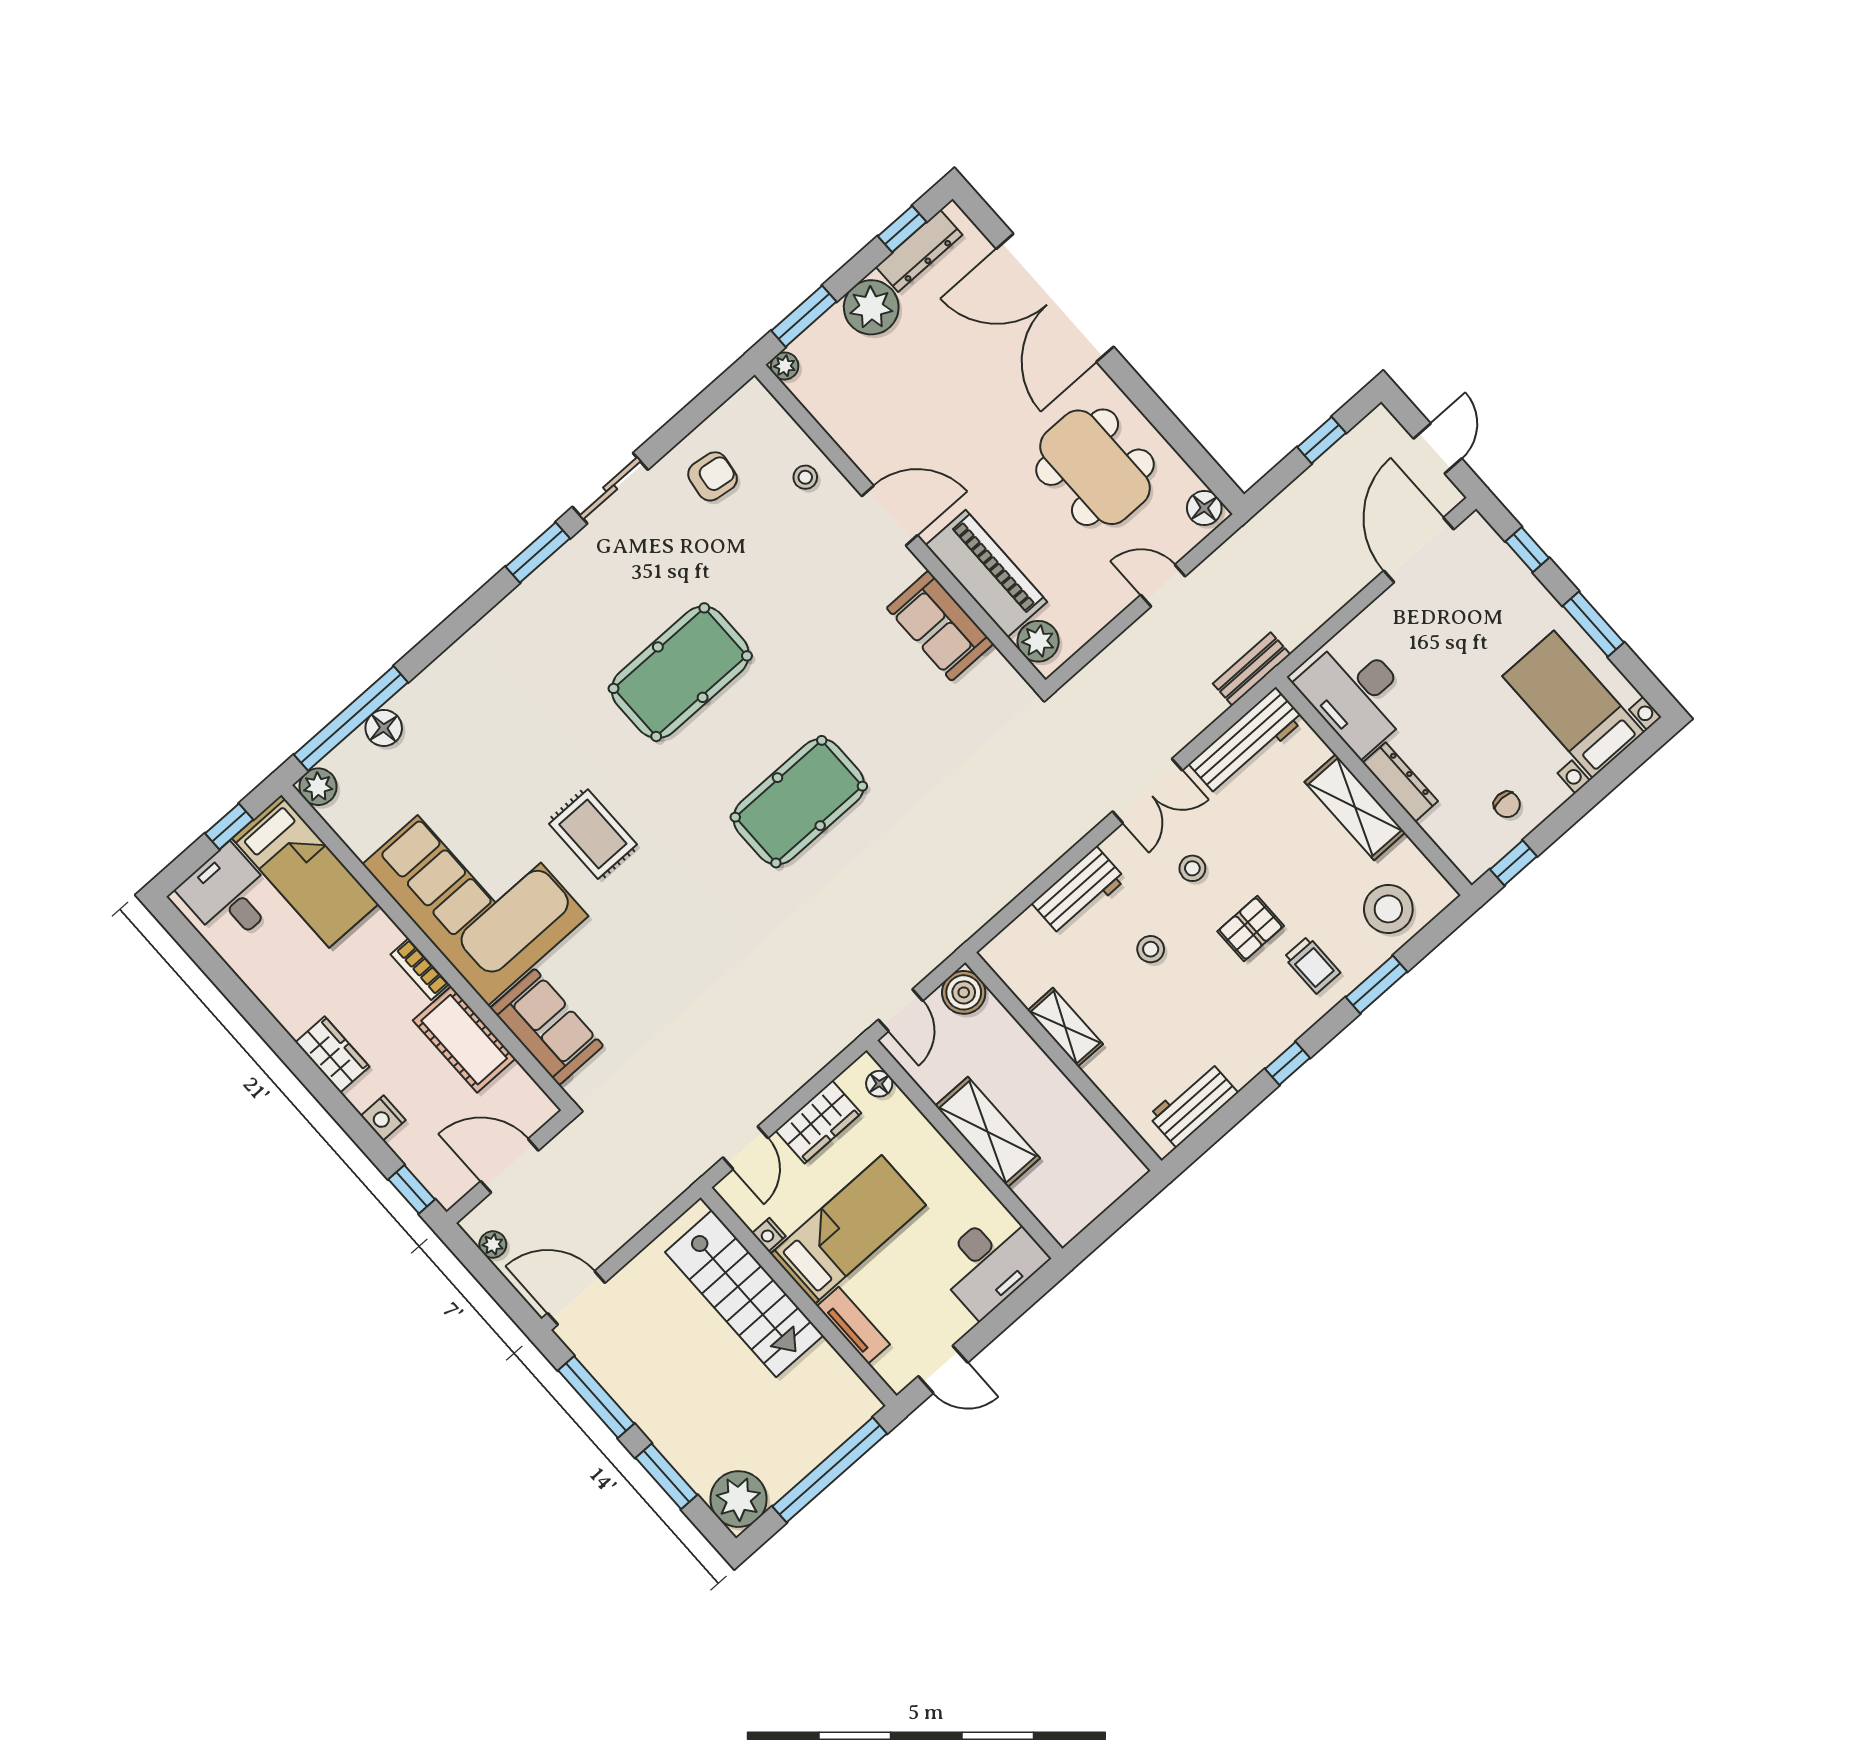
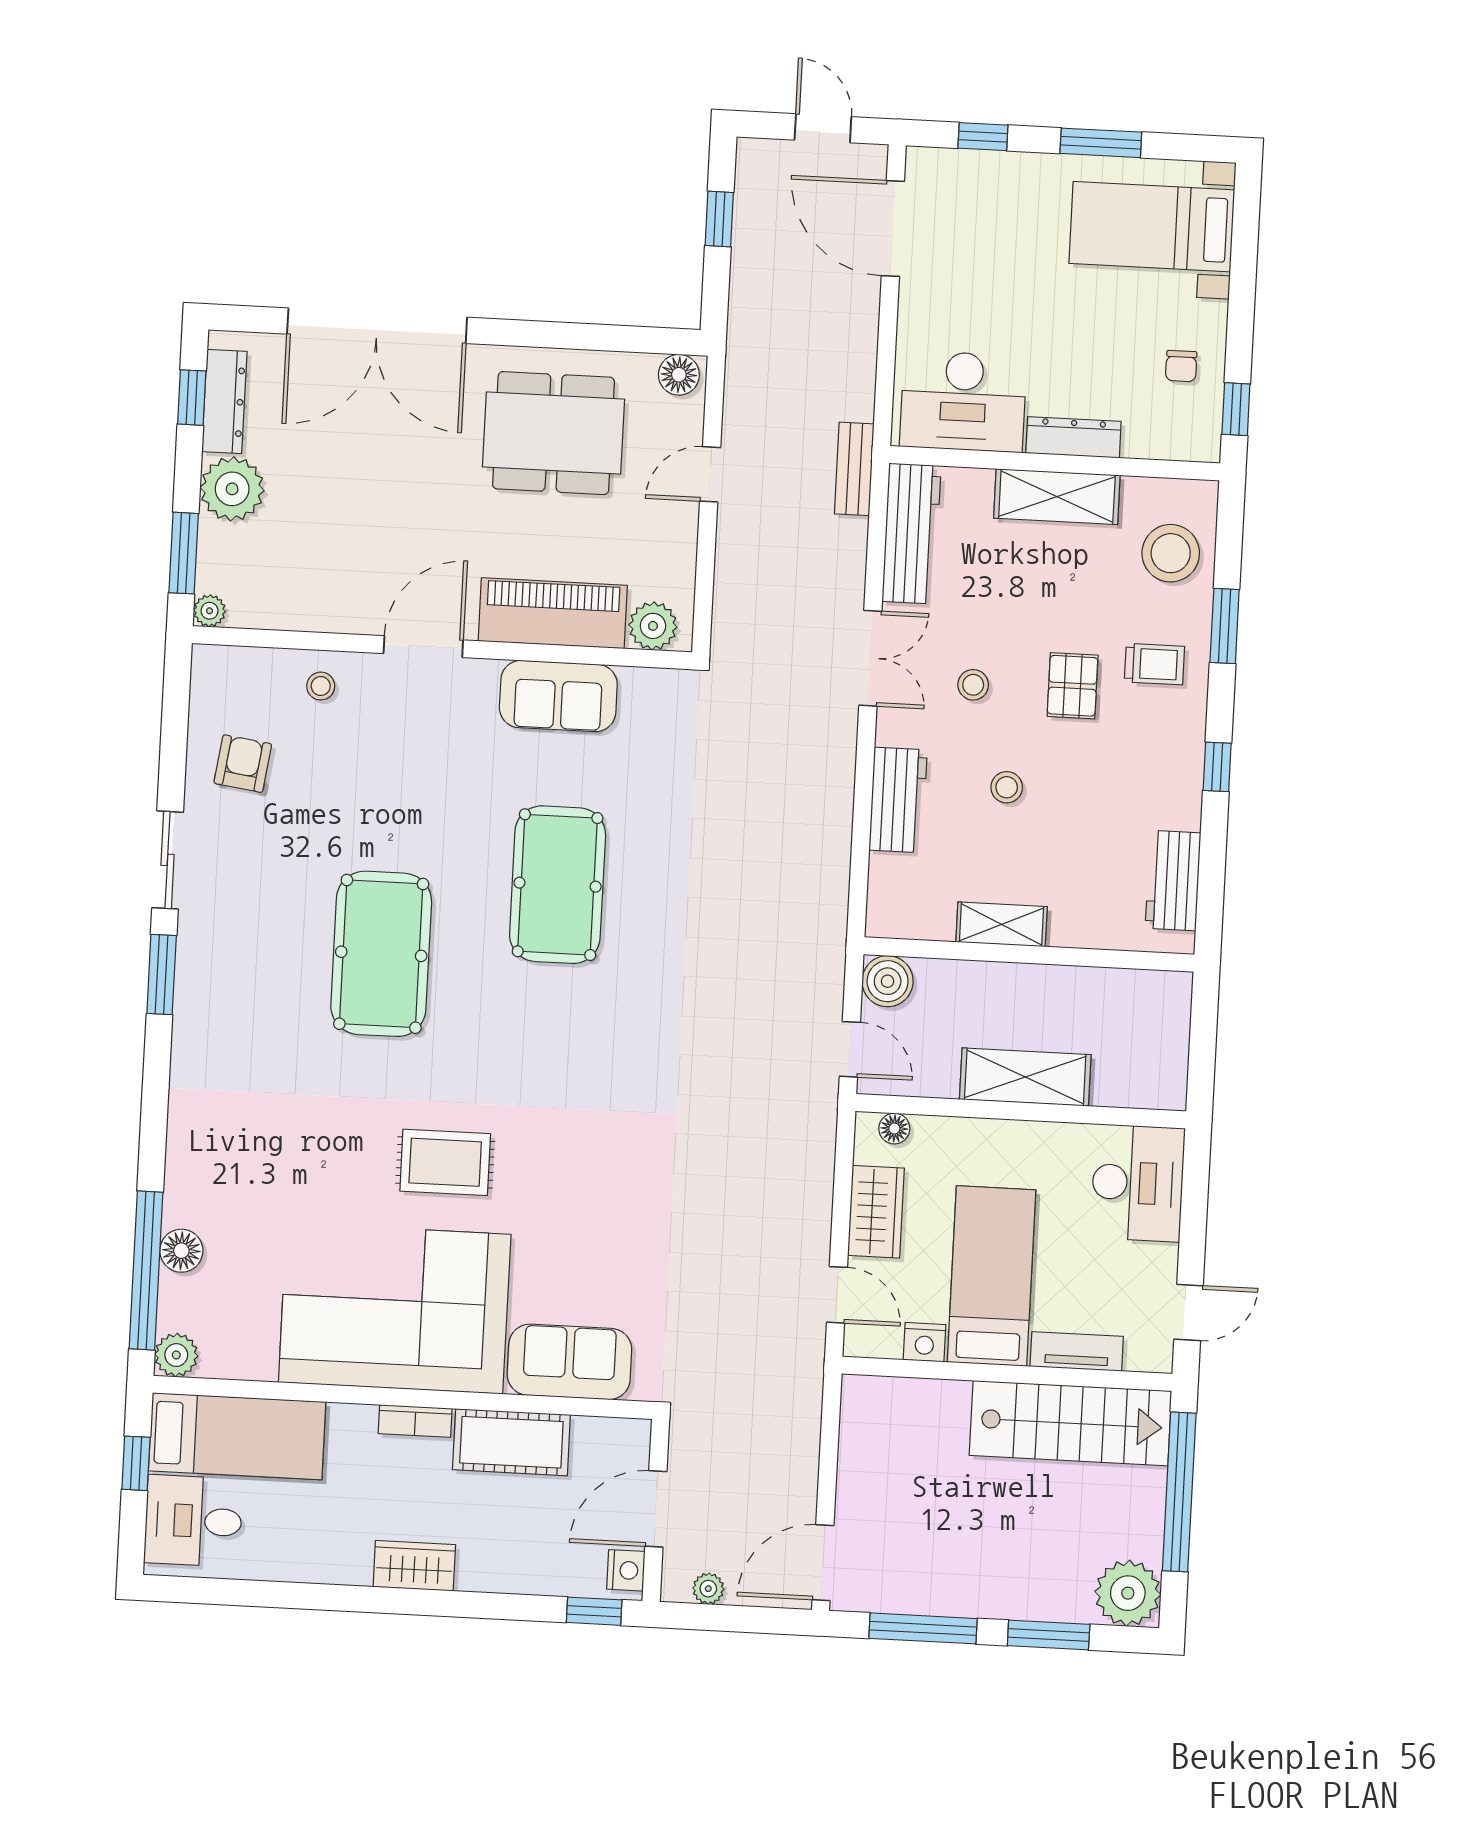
pool table: (799, 802) -> (558, 885), moved
chair: (1507, 804) -> (1181, 366), turned 90
nightstand: (383, 1118) -> (626, 1570), moved, turned -90
nightstand: (769, 1235) -> (924, 1342), width x1.39, depth x1.35
stairs: (744, 1294) -> (1070, 1423), moved

